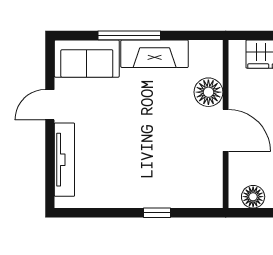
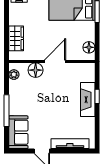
plant: (200, 50) -> (14, 75), added
fireplace: (155, 54) -> (88, 100), moved, turned 180

